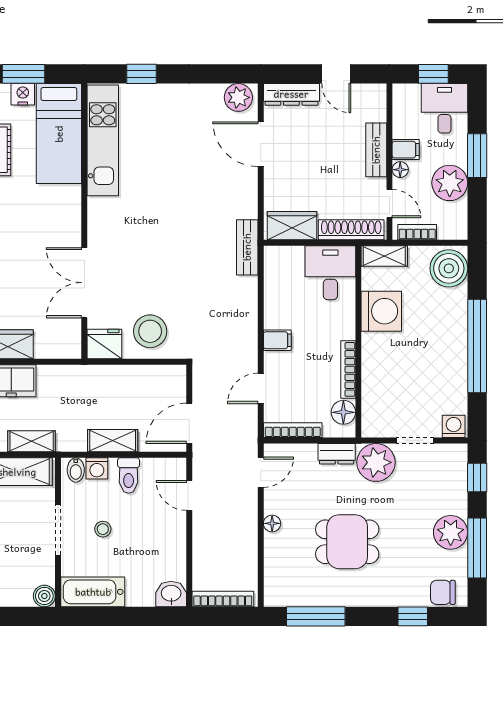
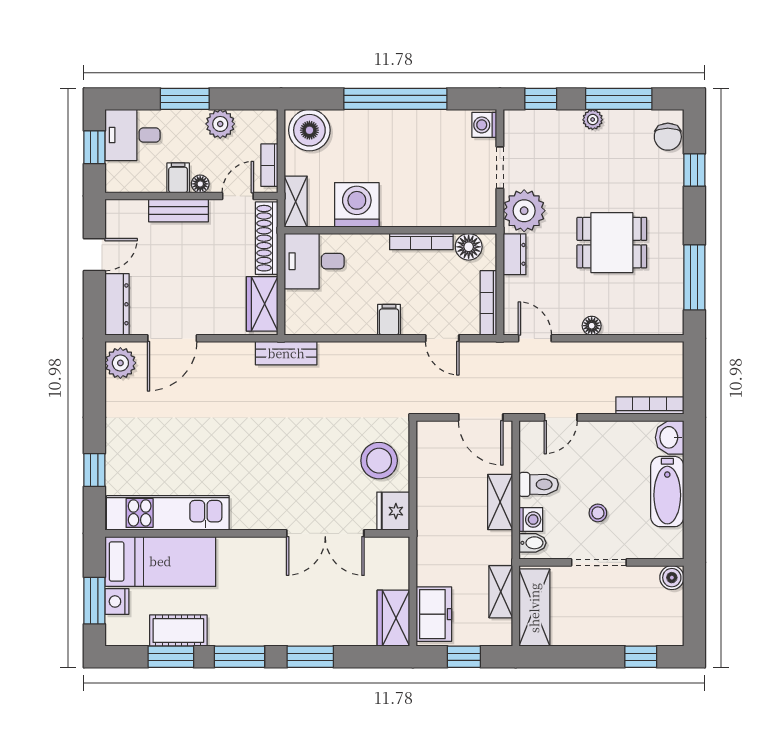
plant: (450, 183) -> (220, 124), width x0.73, depth x0.73
plant: (451, 532) -> (593, 120), width x0.53, depth x0.53
dining table: (347, 542) -> (612, 243), turned 90
bathtub: (93, 592) -> (667, 492), moved
bookcase: (223, 599) -> (650, 406), moved, turned 90

